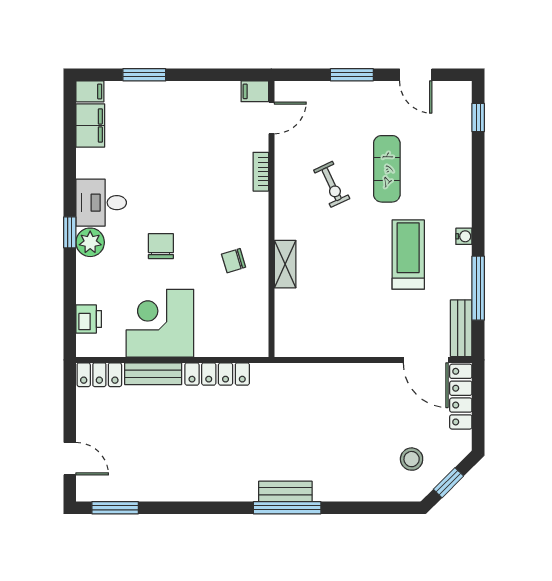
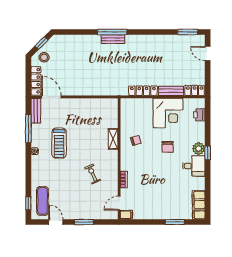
exercise mat: (387, 169) -> (43, 201), moved
stool: (412, 459) -> (44, 57), moved

